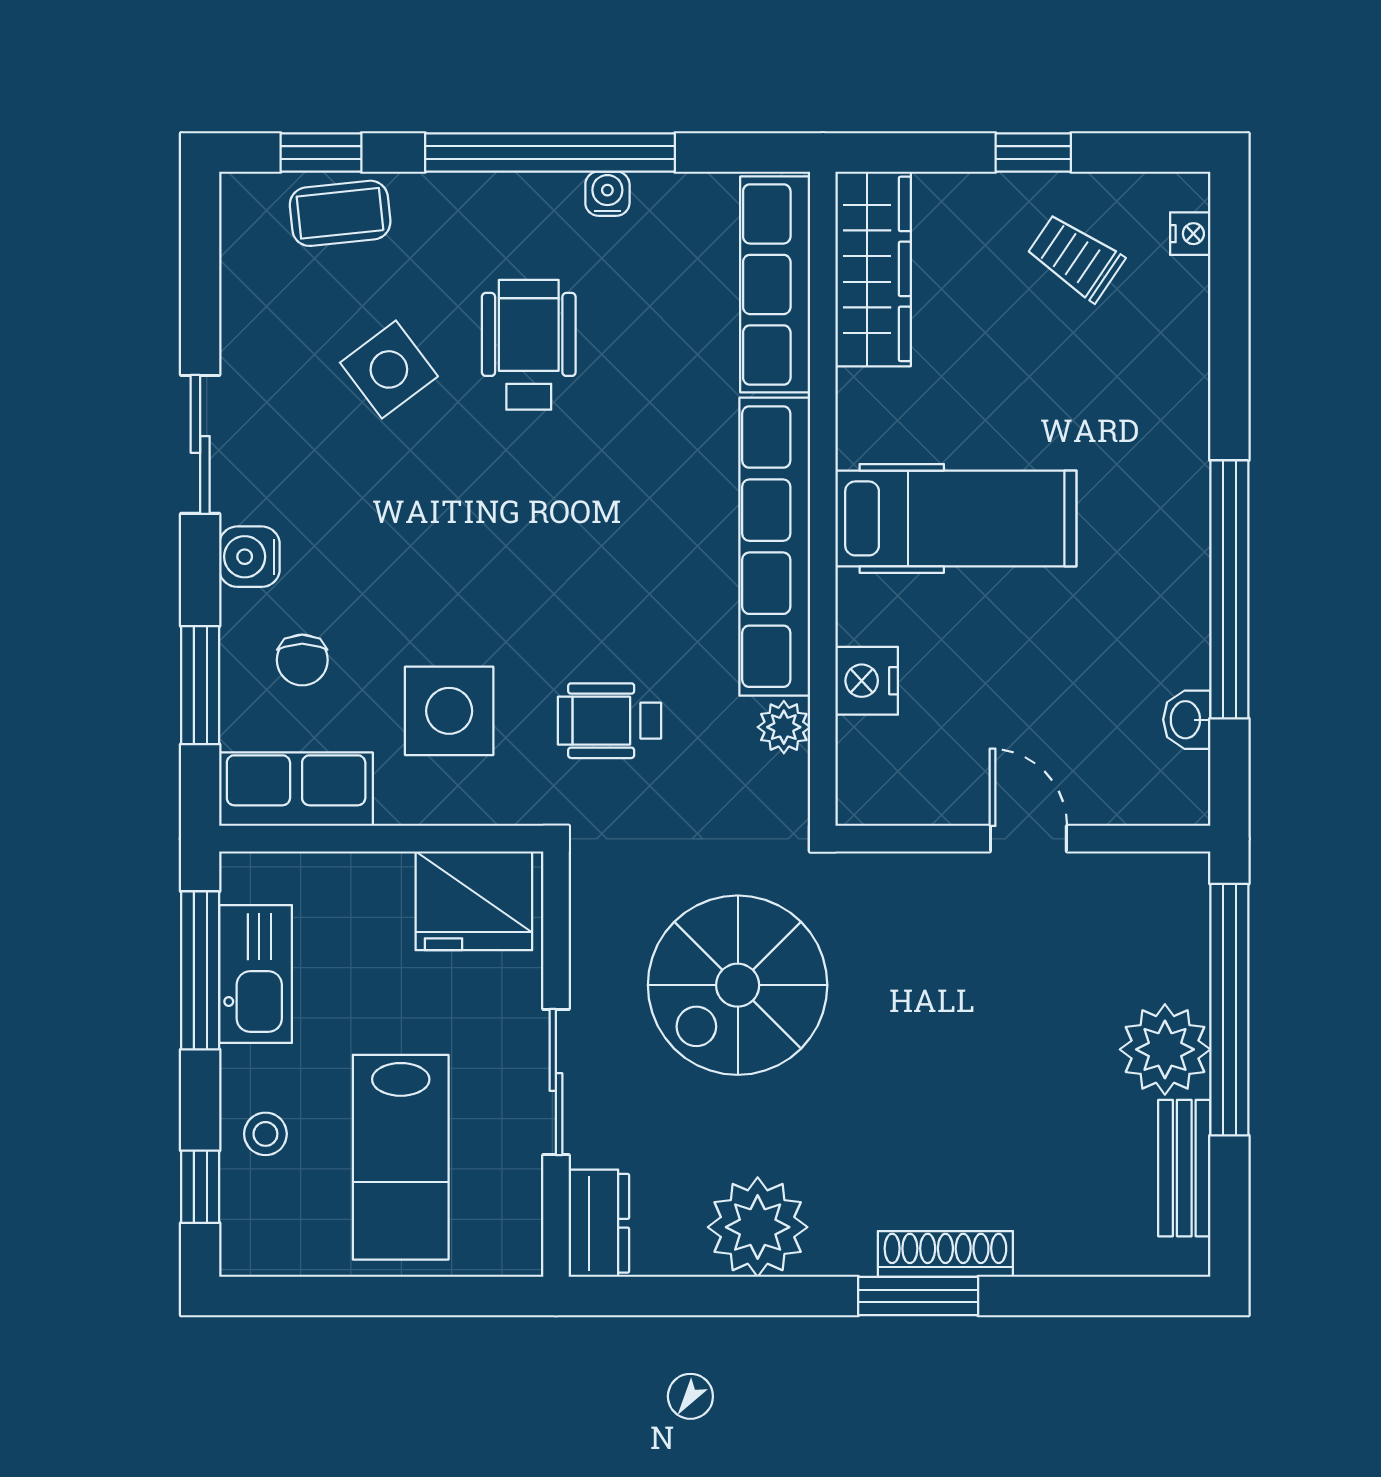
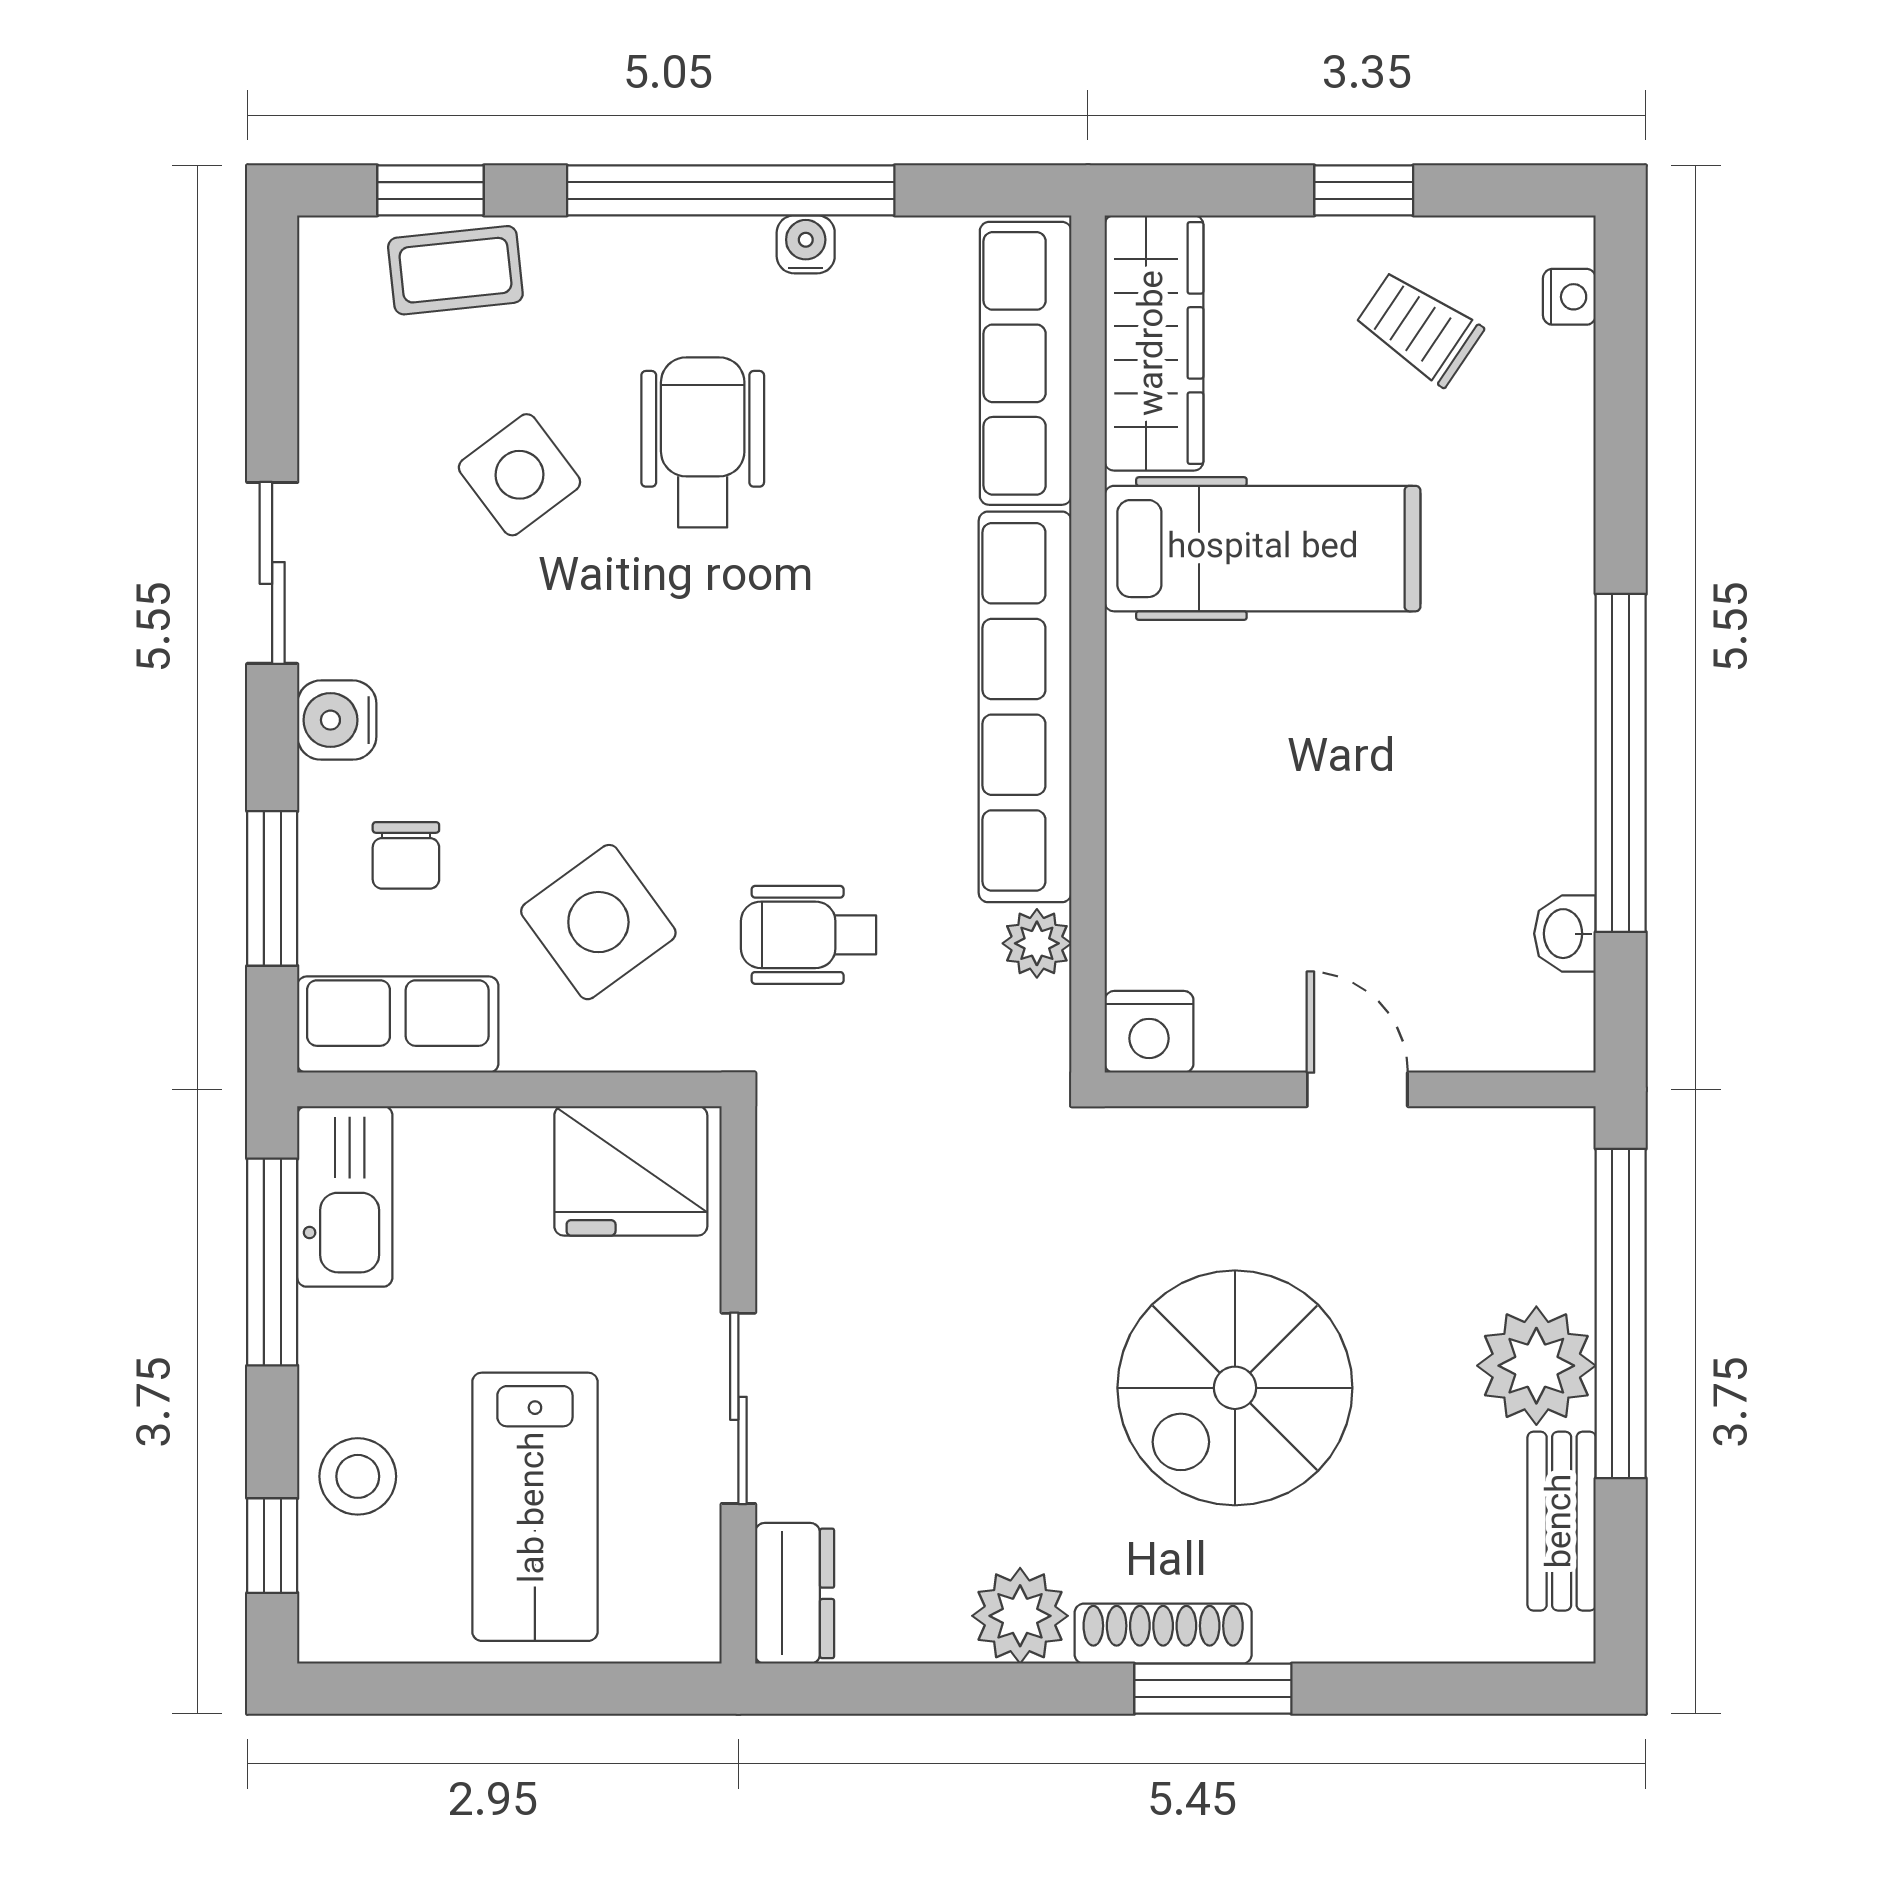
hospital bed: (956, 518) -> (1263, 549), moved
nightstand: (867, 681) -> (1149, 1032), moved, turned -90
side table: (449, 711) -> (598, 922), turned -36
kitchen sink: (256, 974) -> (345, 1196), moved
spiral stairs: (738, 985) -> (1235, 1388), moved
stool: (265, 1134) -> (358, 1476), width x1.37, depth x1.37
plant: (758, 1227) -> (1020, 1616), width x0.73, depth x0.73
shoe rack: (945, 1254) -> (1163, 1634), moved

